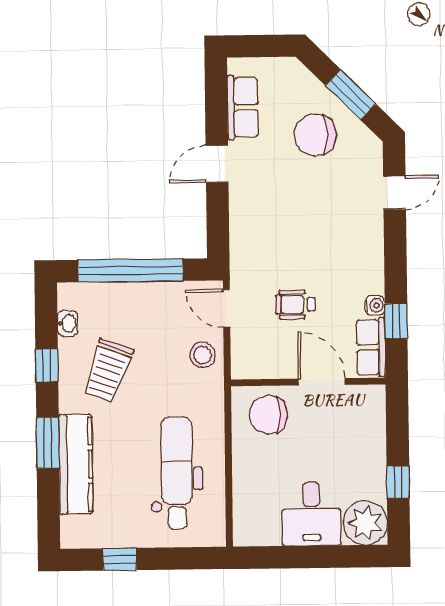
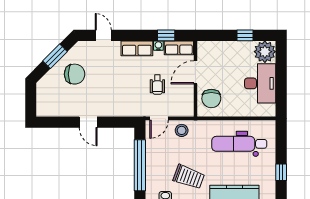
row of seats: (243, 107) -> (137, 48), moved, turned 180
chair: (315, 135) -> (75, 74), turned -90
desk: (312, 514) -> (260, 83), width x1.37

